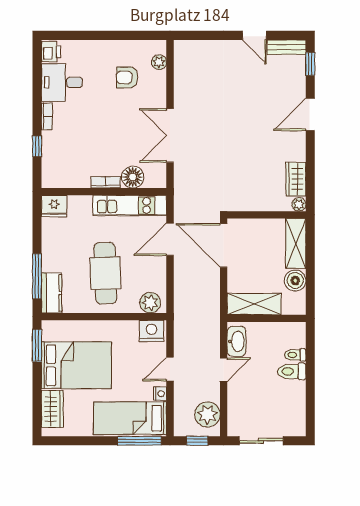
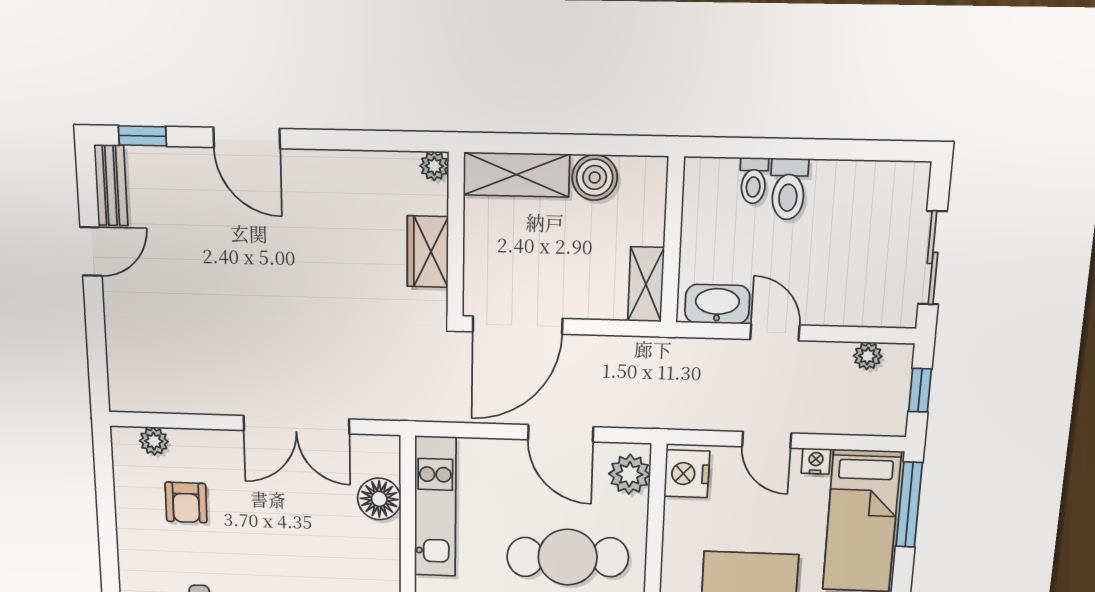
wardrobe: (296, 179) -> (428, 252), moved, turned 90
bookcase: (106, 182) -> (390, 550), removed
door: (170, 239) -> (561, 433), moved
shelving: (254, 304) -> (646, 284), width x0.67, depth x0.75
plant: (207, 414) -> (868, 356), width x0.53, depth x0.53

